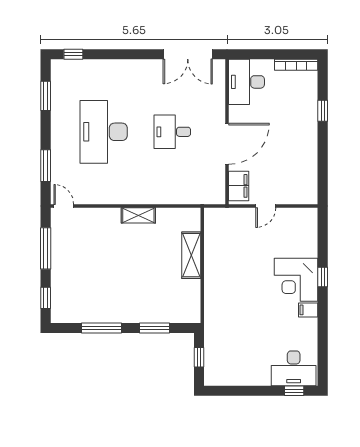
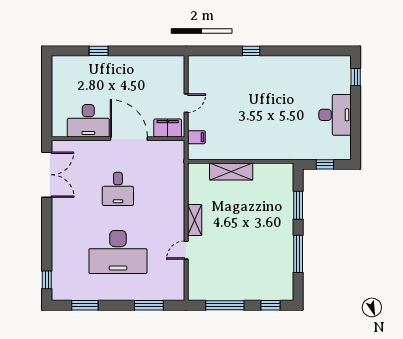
bookcase: (296, 65) -> (56, 75), removed
desk: (246, 82) -> (88, 121), moved
door: (64, 206) -> (186, 250), moved
door: (266, 206) -> (186, 103), hinge flipped
corner desk: (296, 280) -> (254, 75), removed
filing cabinet: (308, 310) -> (196, 137), moved, turned -90
desk: (294, 368) -> (335, 115), moved

